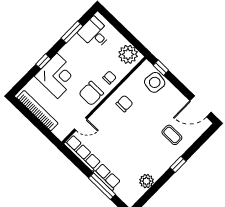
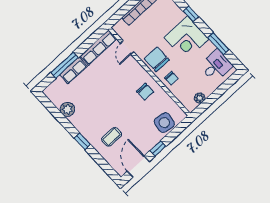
plant: (128, 54) -> (200, 98), width x0.53, depth x0.53
window: (161, 68) -> (158, 149), moved
corner desk: (57, 76) -> (186, 38), moved

